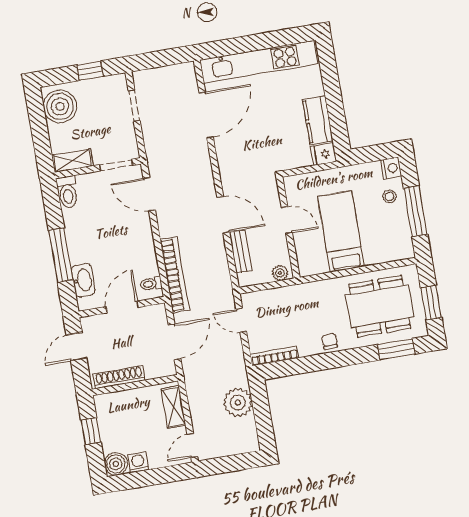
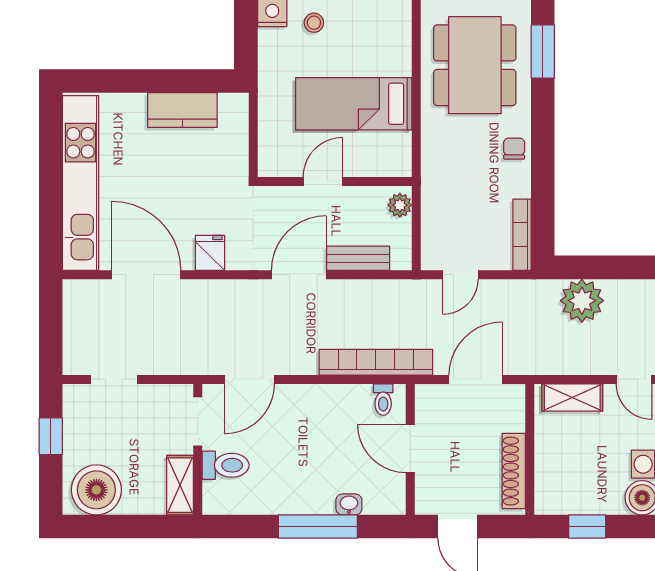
fridge: (324, 154) -> (210, 253), moved, turned 180
toilet: (67, 192) -> (226, 465), moved
washbasin: (83, 280) -> (349, 504), width x0.52, depth x0.69
chair: (330, 341) -> (514, 149), turned 90
door: (175, 342) -> (476, 379), hinge flipped

